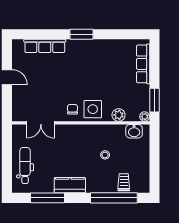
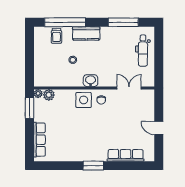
plant: (119, 115) -> (49, 95), moved
washbasin: (134, 131) -> (91, 81), moved
kitchen counter: (70, 185) -> (86, 33), moved

